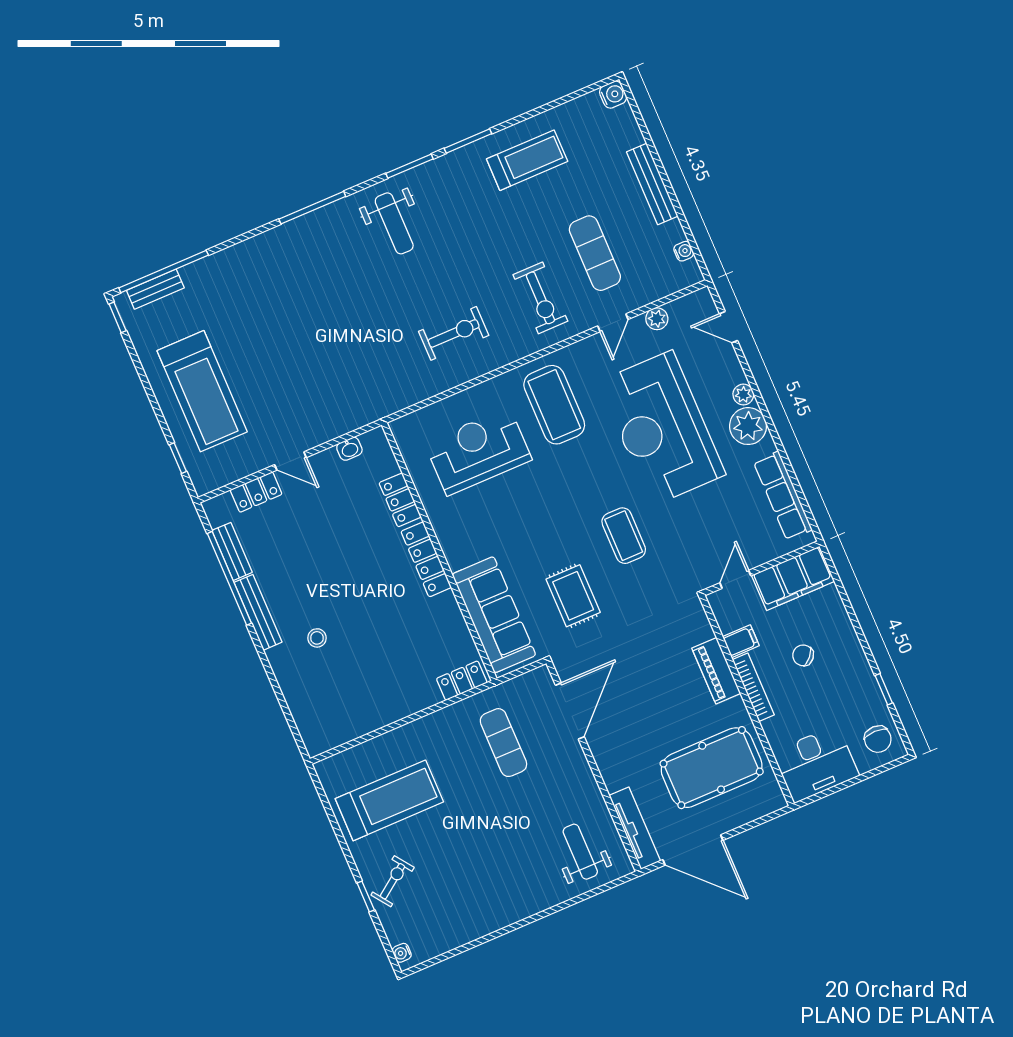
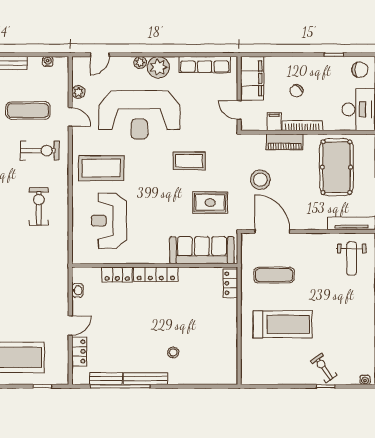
stool: (642, 658) -> (260, 180), added
treadmill: (389, 800) -> (283, 324), moved, turned 90
weight bench: (580, 852) -> (352, 259), turned -90

